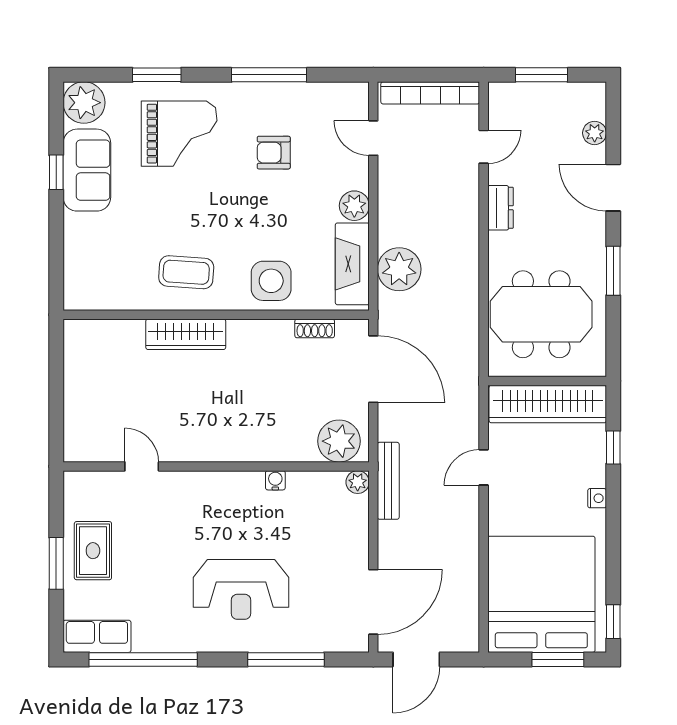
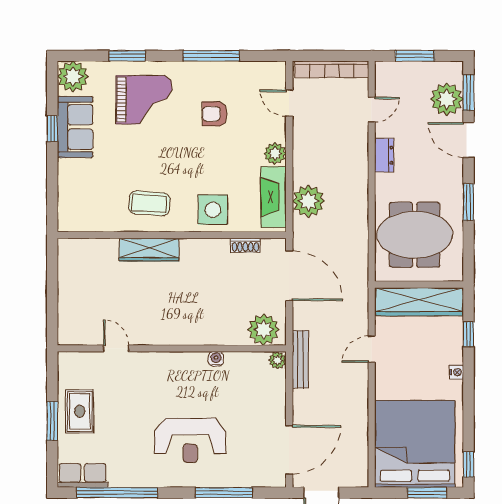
window: (613, 124) -> (468, 93), added
plant: (595, 133) -> (447, 99), width x1.88, depth x1.88

